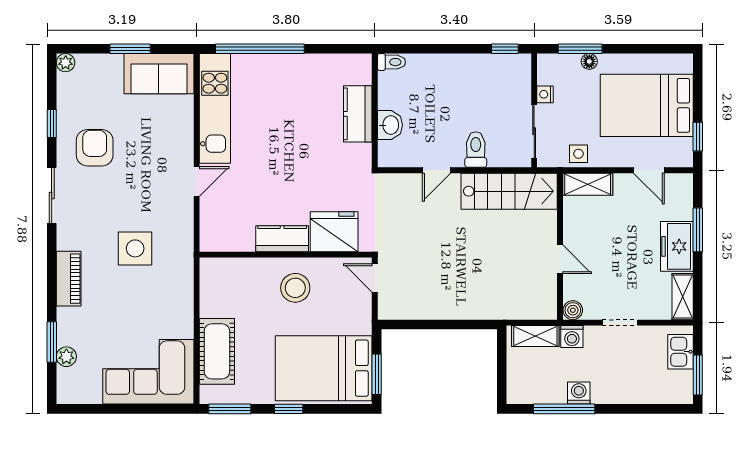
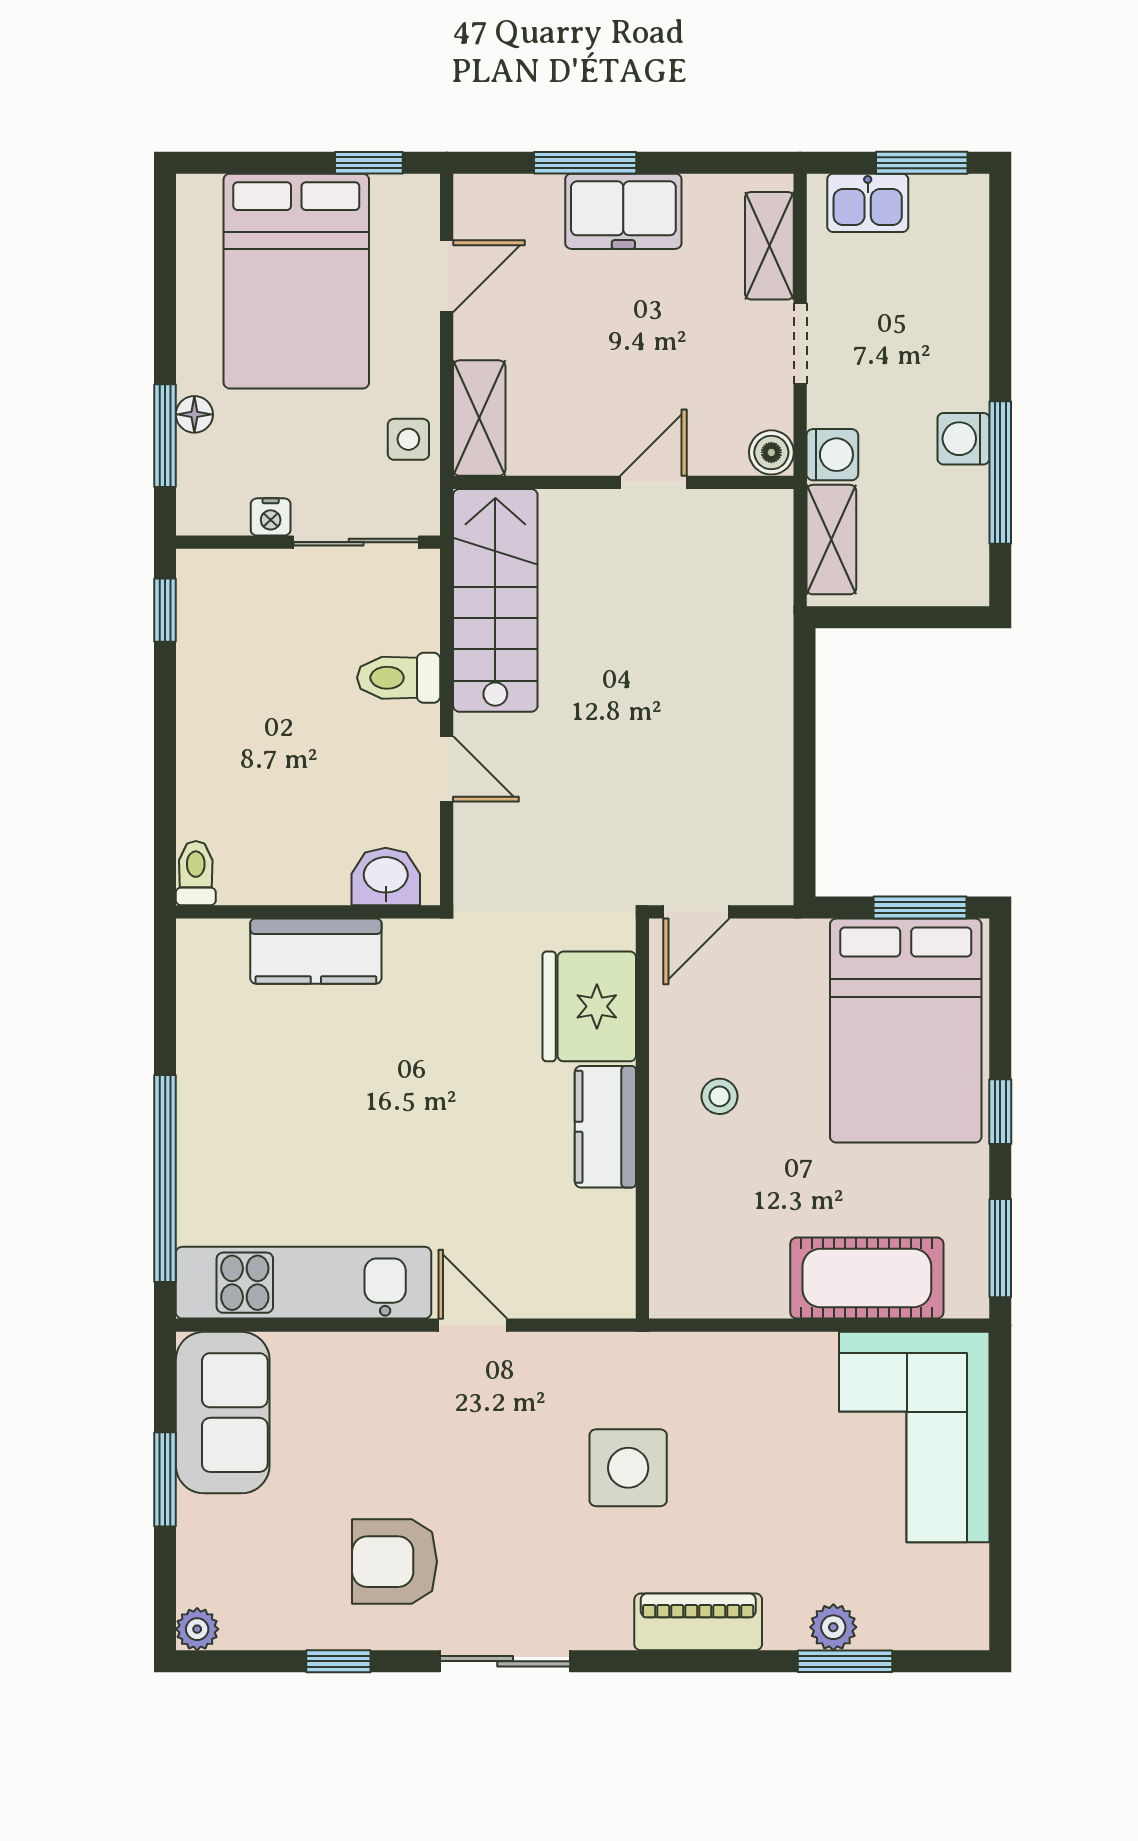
washbasin: (390, 125) -> (386, 877), moved
stool: (295, 288) -> (720, 1096), width x0.53, depth x0.53
shelving: (683, 297) -> (769, 246), moved, turned 90
plant: (66, 357) -> (833, 1627), moved

